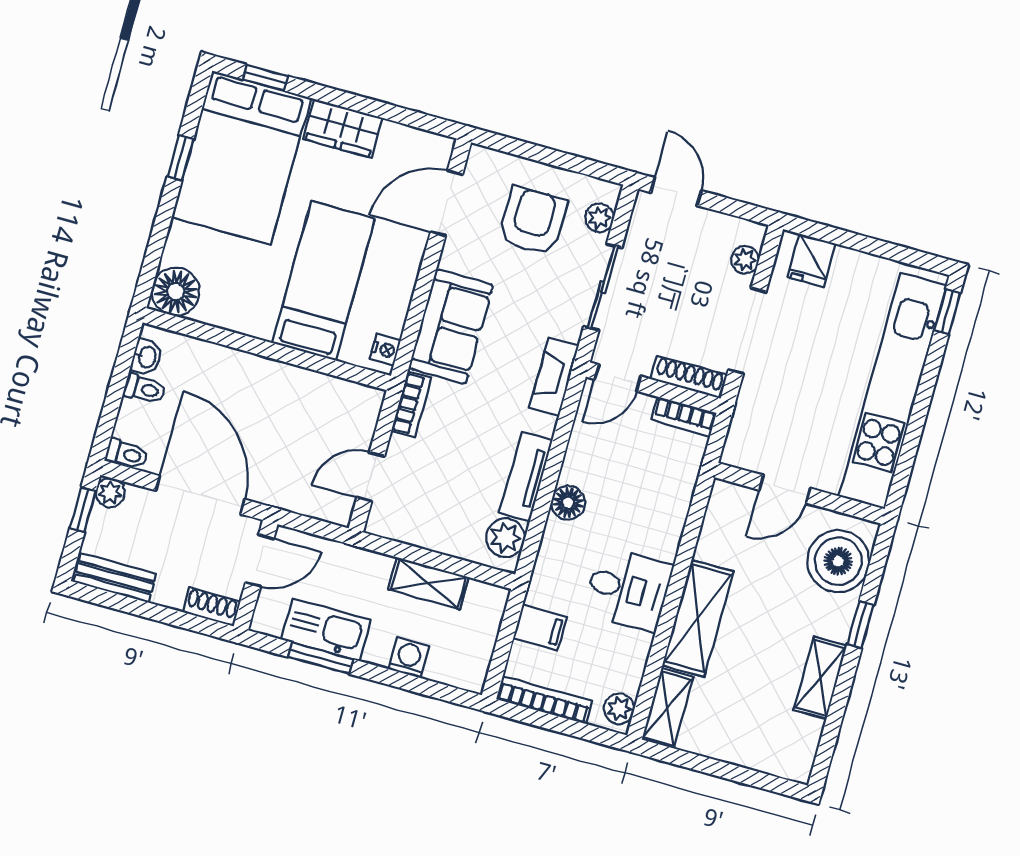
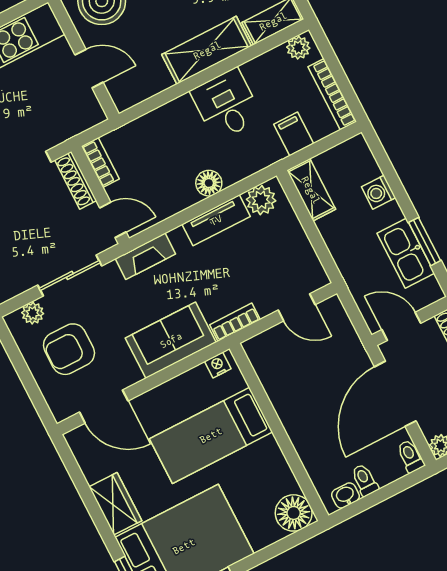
shelving: (428, 583) -> (311, 190), moved

